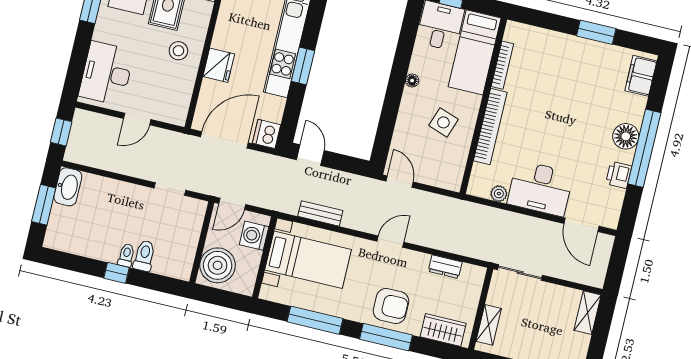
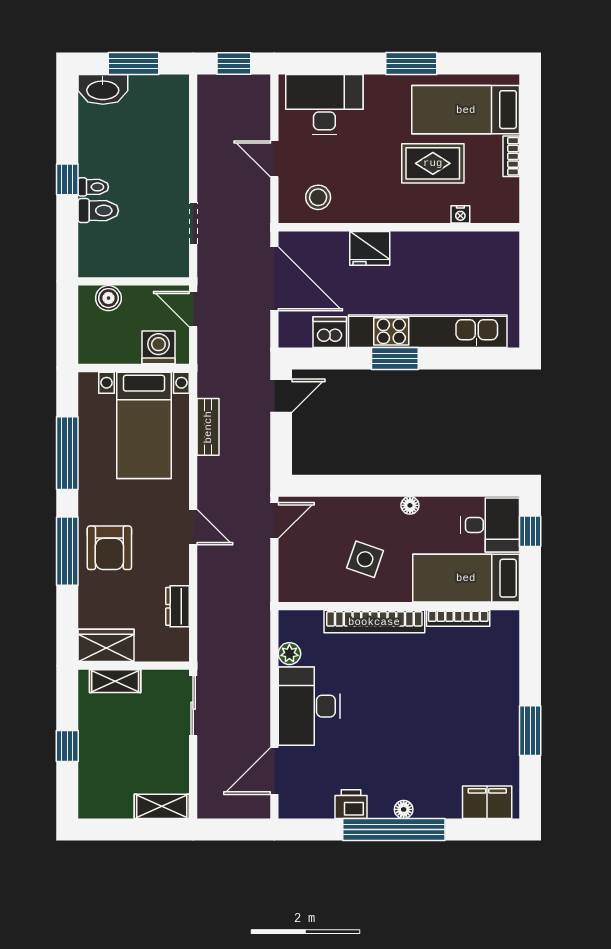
stool: (178, 51) -> (318, 197), moved
dishwasher: (267, 134) -> (330, 332), moved
floor lamp: (626, 136) -> (404, 809), width x0.53, depth x0.53
washbasin: (68, 187) -> (103, 89), moved
boiler: (218, 265) -> (108, 298), width x0.54, depth x0.54
wardrobe: (443, 330) -> (106, 645), moved, turned -90

